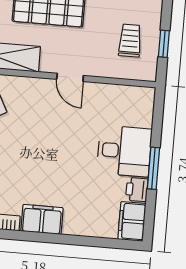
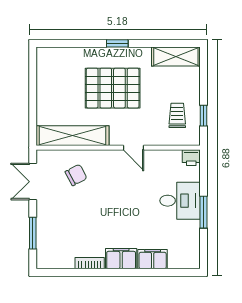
printer: (137, 190) -> (191, 158), moved, turned -90
filing cabinet: (132, 221) -> (153, 259), moved, turned 90

